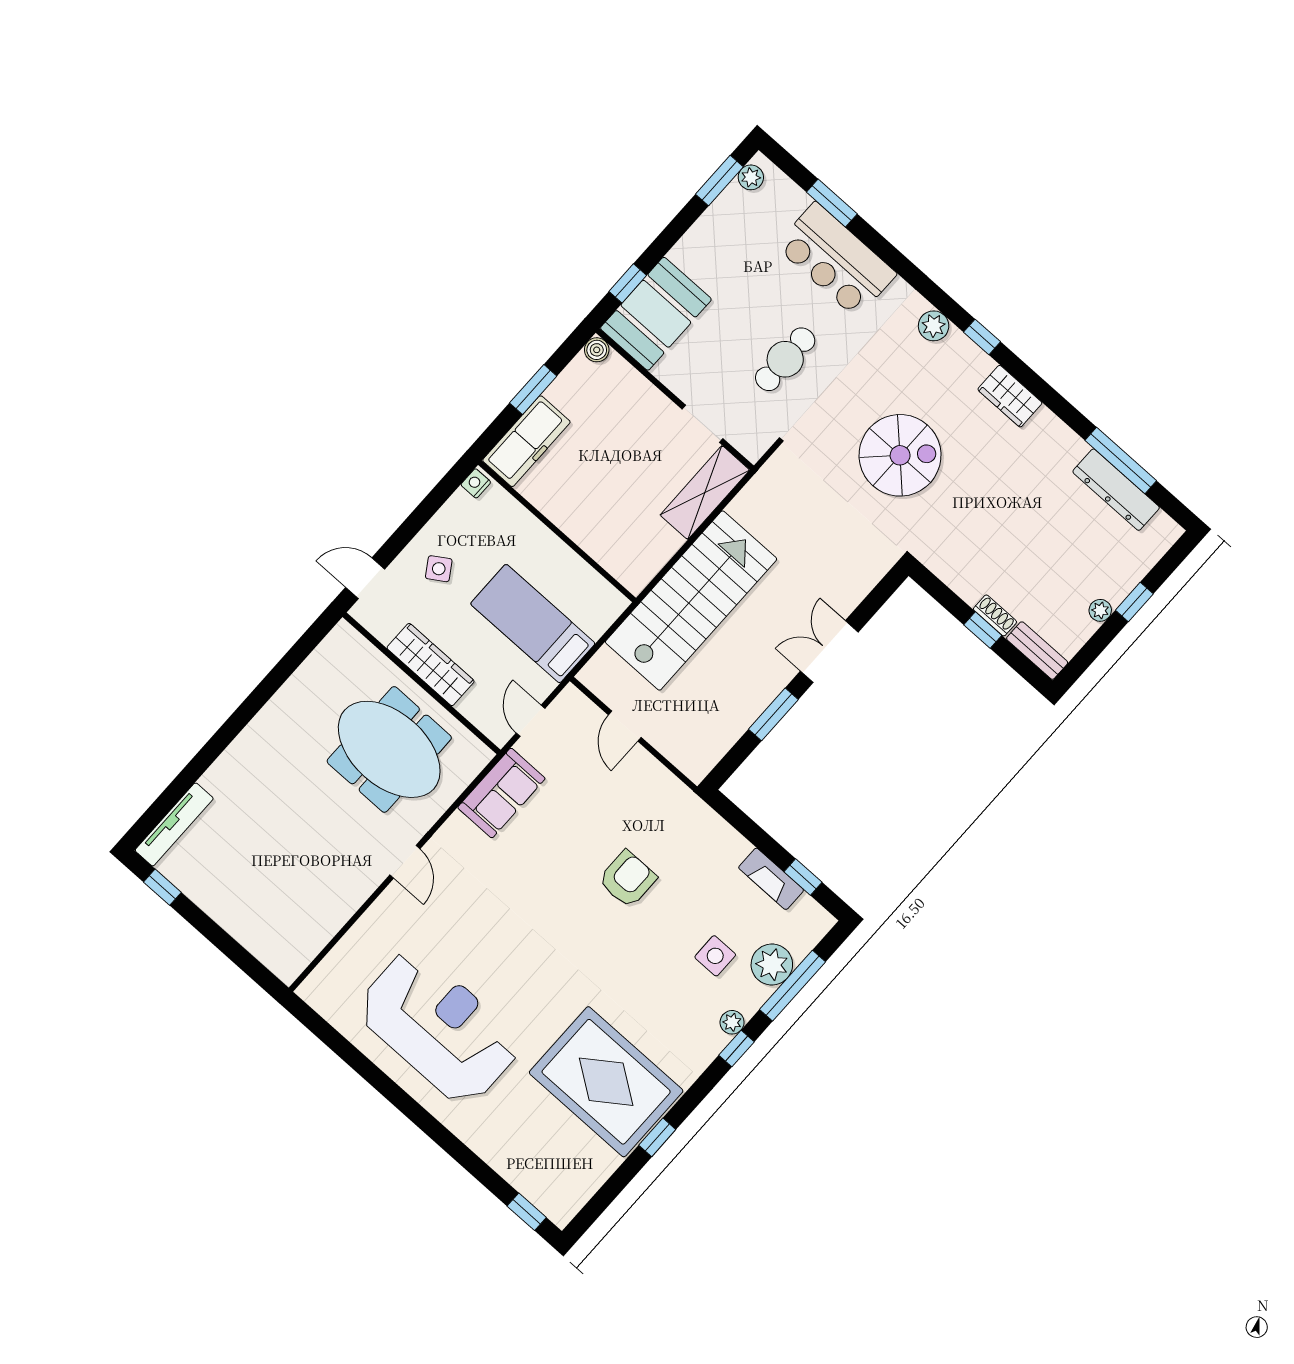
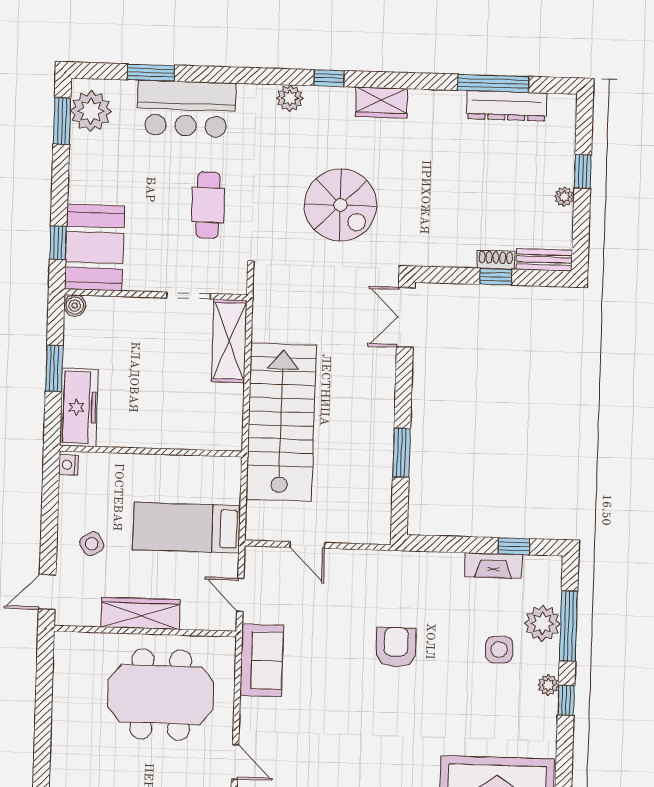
plant: (751, 177) -> (91, 111), width x1.88, depth x1.88
spiral stairs: (900, 455) -> (340, 205), turned 90
double door: (829, 652) -> (406, 317), moved

